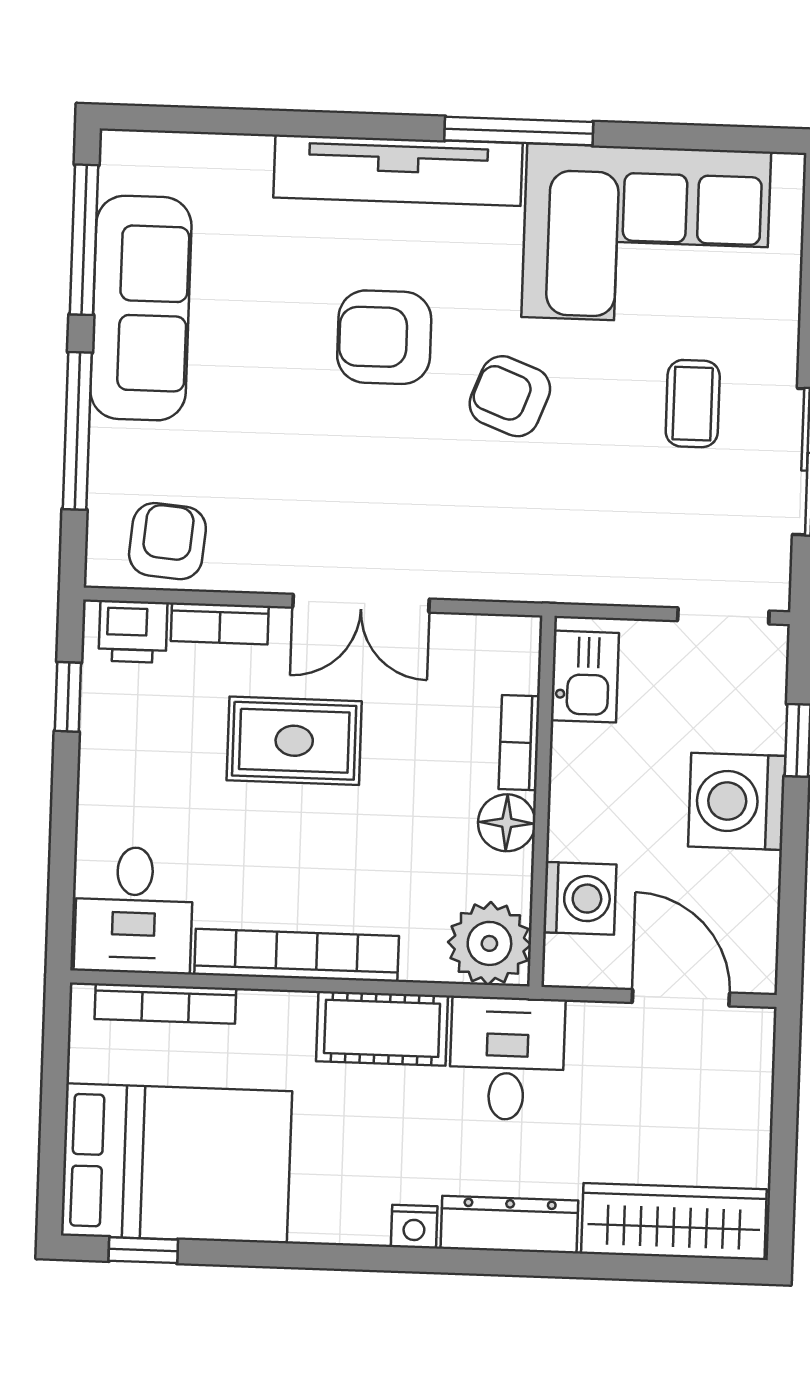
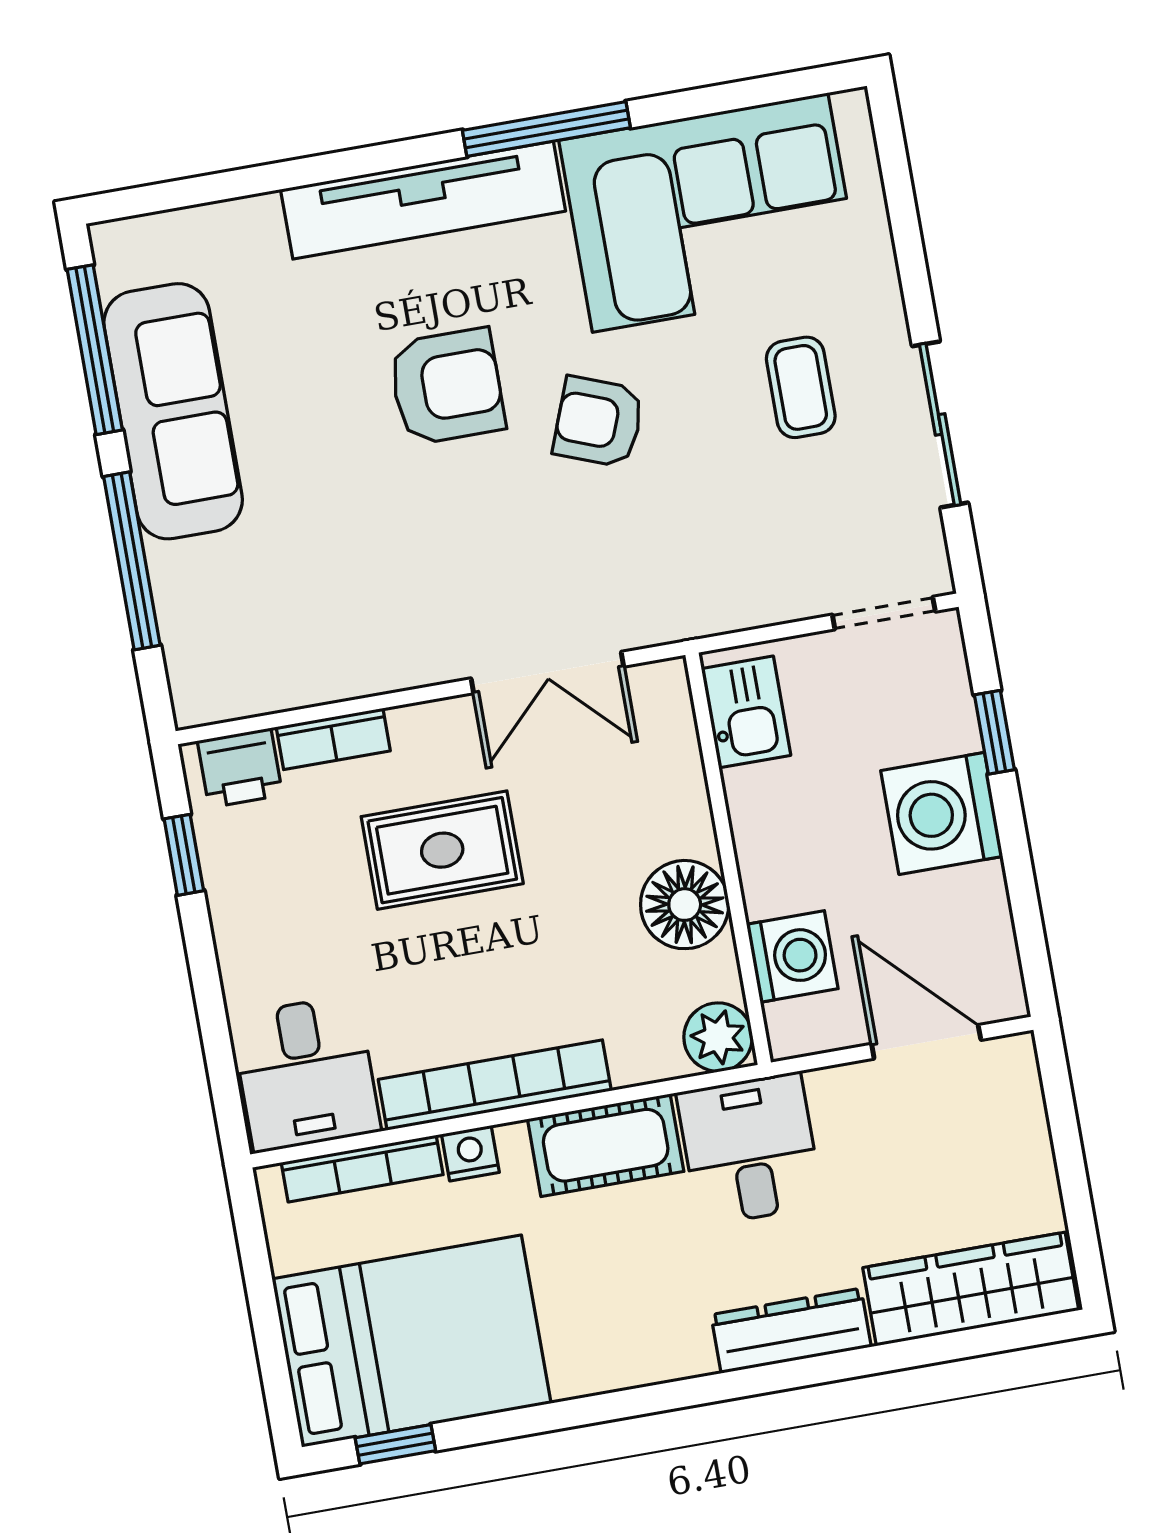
armchair: (384, 337) -> (447, 386), turned 180
armchair: (167, 541) -> (257, 661), removed
double door: (361, 603) -> (547, 672), moved
bookcase: (519, 743) -> (689, 800), removed
floor lamp: (507, 823) -> (685, 905), width x1.38, depth x1.38
plant: (489, 943) -> (718, 1037), width x0.73, depth x0.73
nightstand: (414, 1227) -> (470, 1153), moved, turned 180

